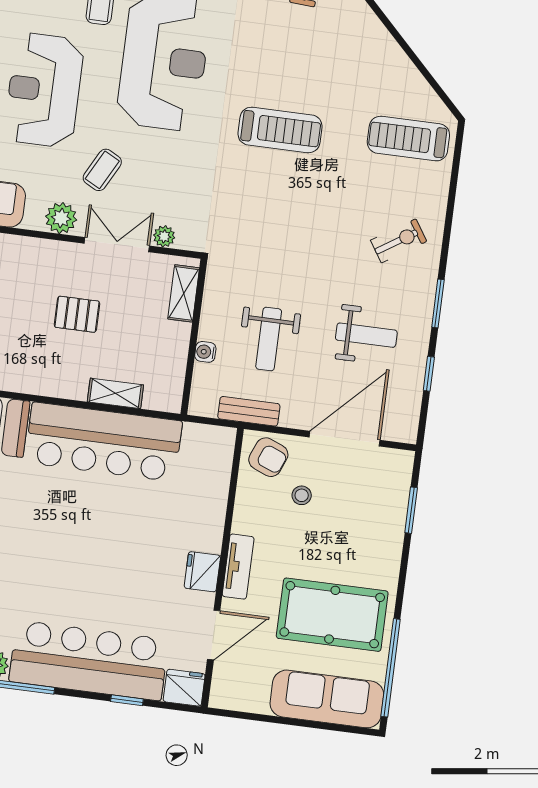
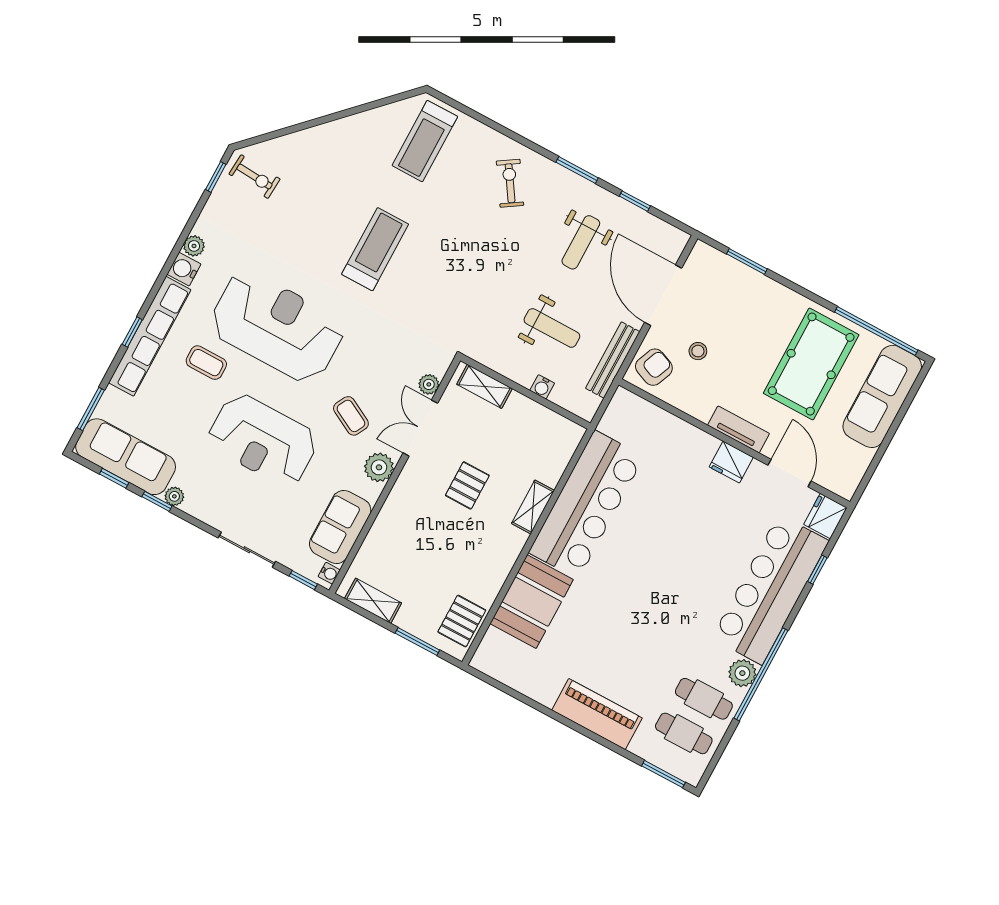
weight bench: (366, 335) -> (581, 242), turned 180
shelving: (115, 393) -> (533, 507), moved
bench: (249, 411) -> (613, 360), width x1.36

